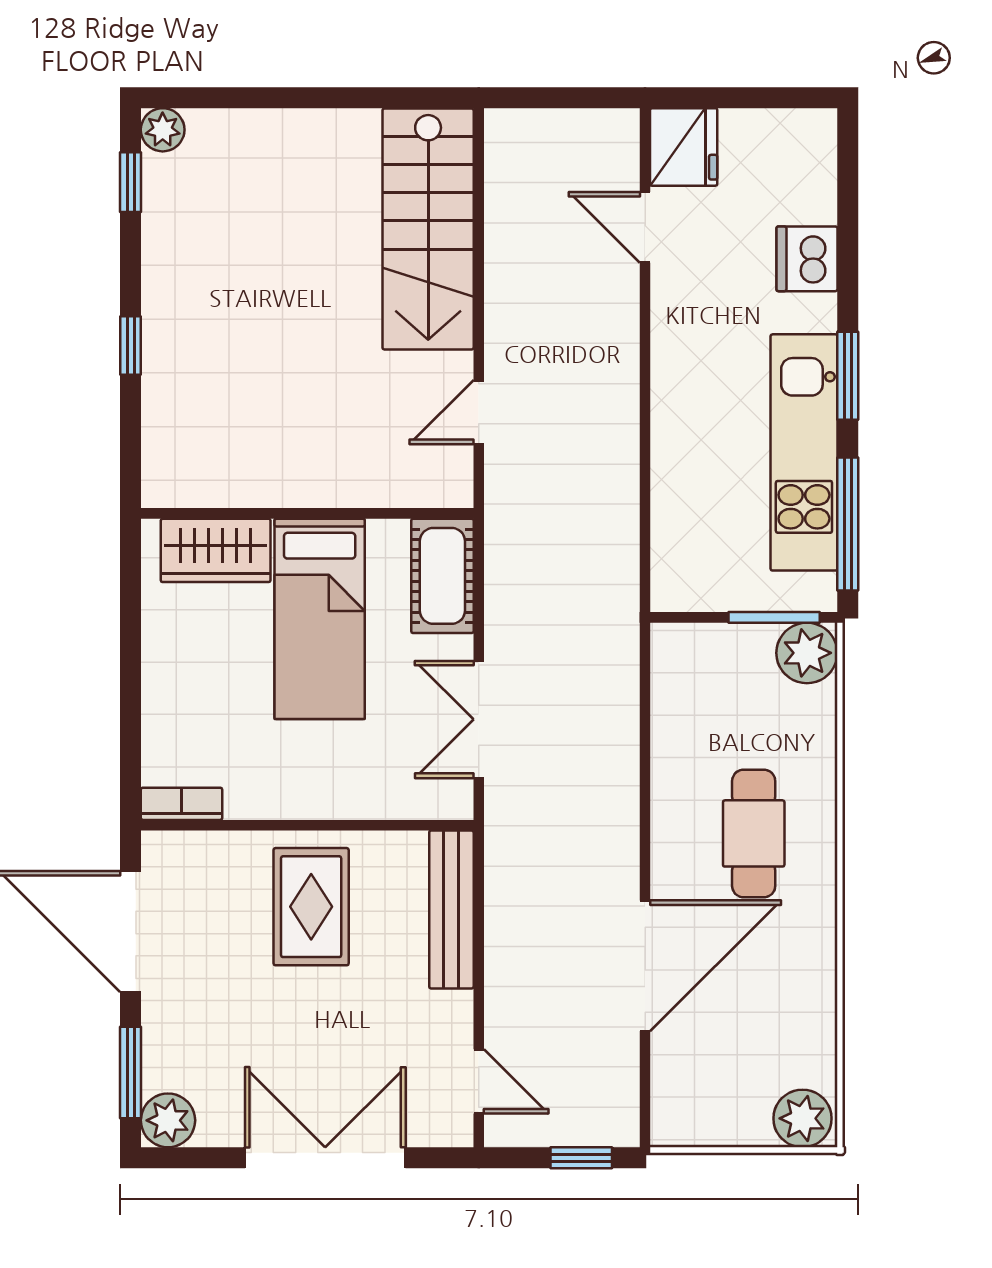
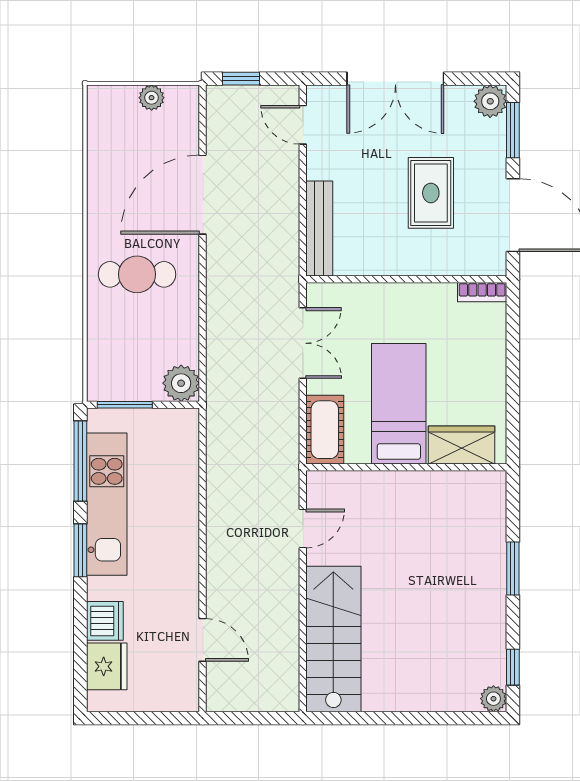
fridge: (684, 147) -> (107, 666), moved, turned 180
window: (131, 346) -> (513, 569), width x1.50
plant: (807, 653) -> (181, 383), moved
cafe table: (754, 833) -> (137, 274), turned 90
rug: (311, 907) -> (431, 193), moved
plant: (803, 1118) -> (152, 98), moved, width x0.73, depth x0.73

